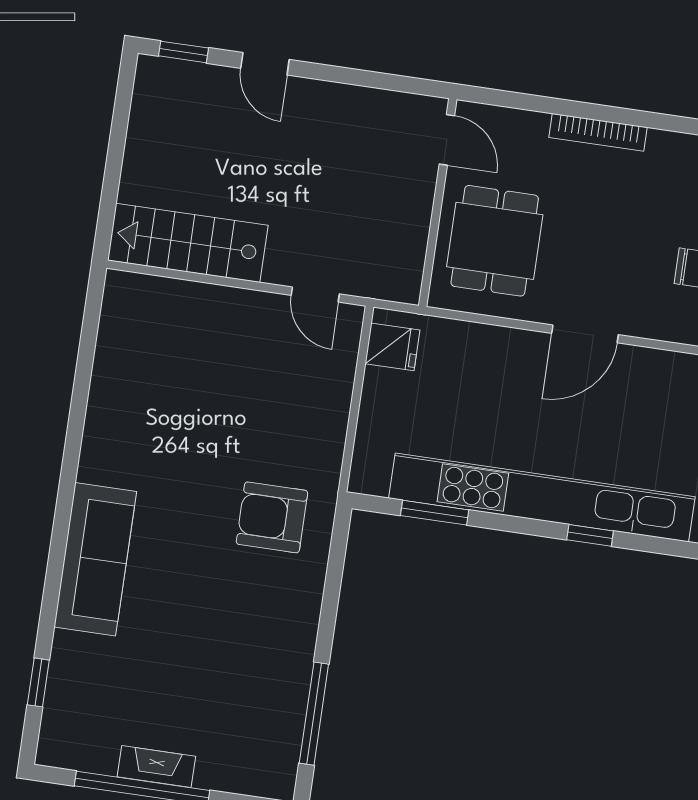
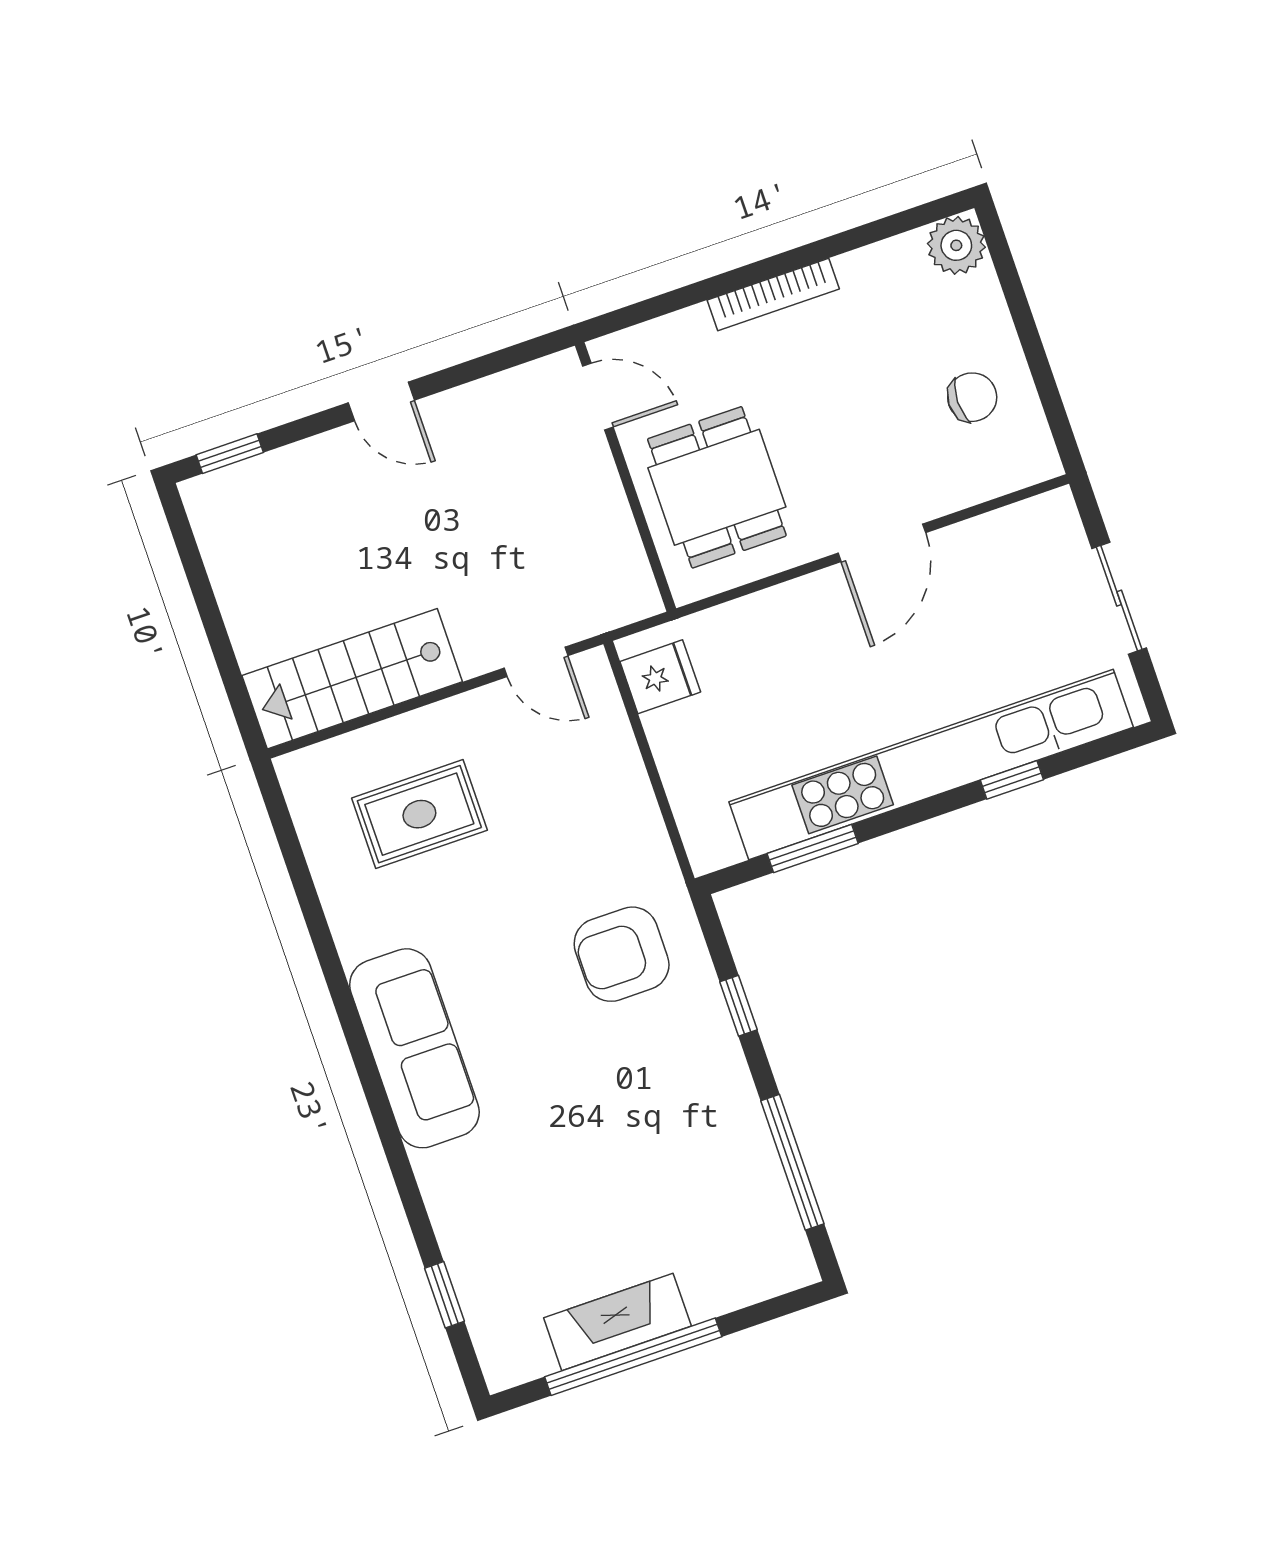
door: (265, 64) -> (381, 402), moved
rug: (186, 355) -> (419, 814), added
sofa: (95, 559) -> (414, 1048), moved
window: (332, 592) -> (738, 1006), added
fireplace: (156, 767) -> (617, 1322), width x1.37, depth x1.32

